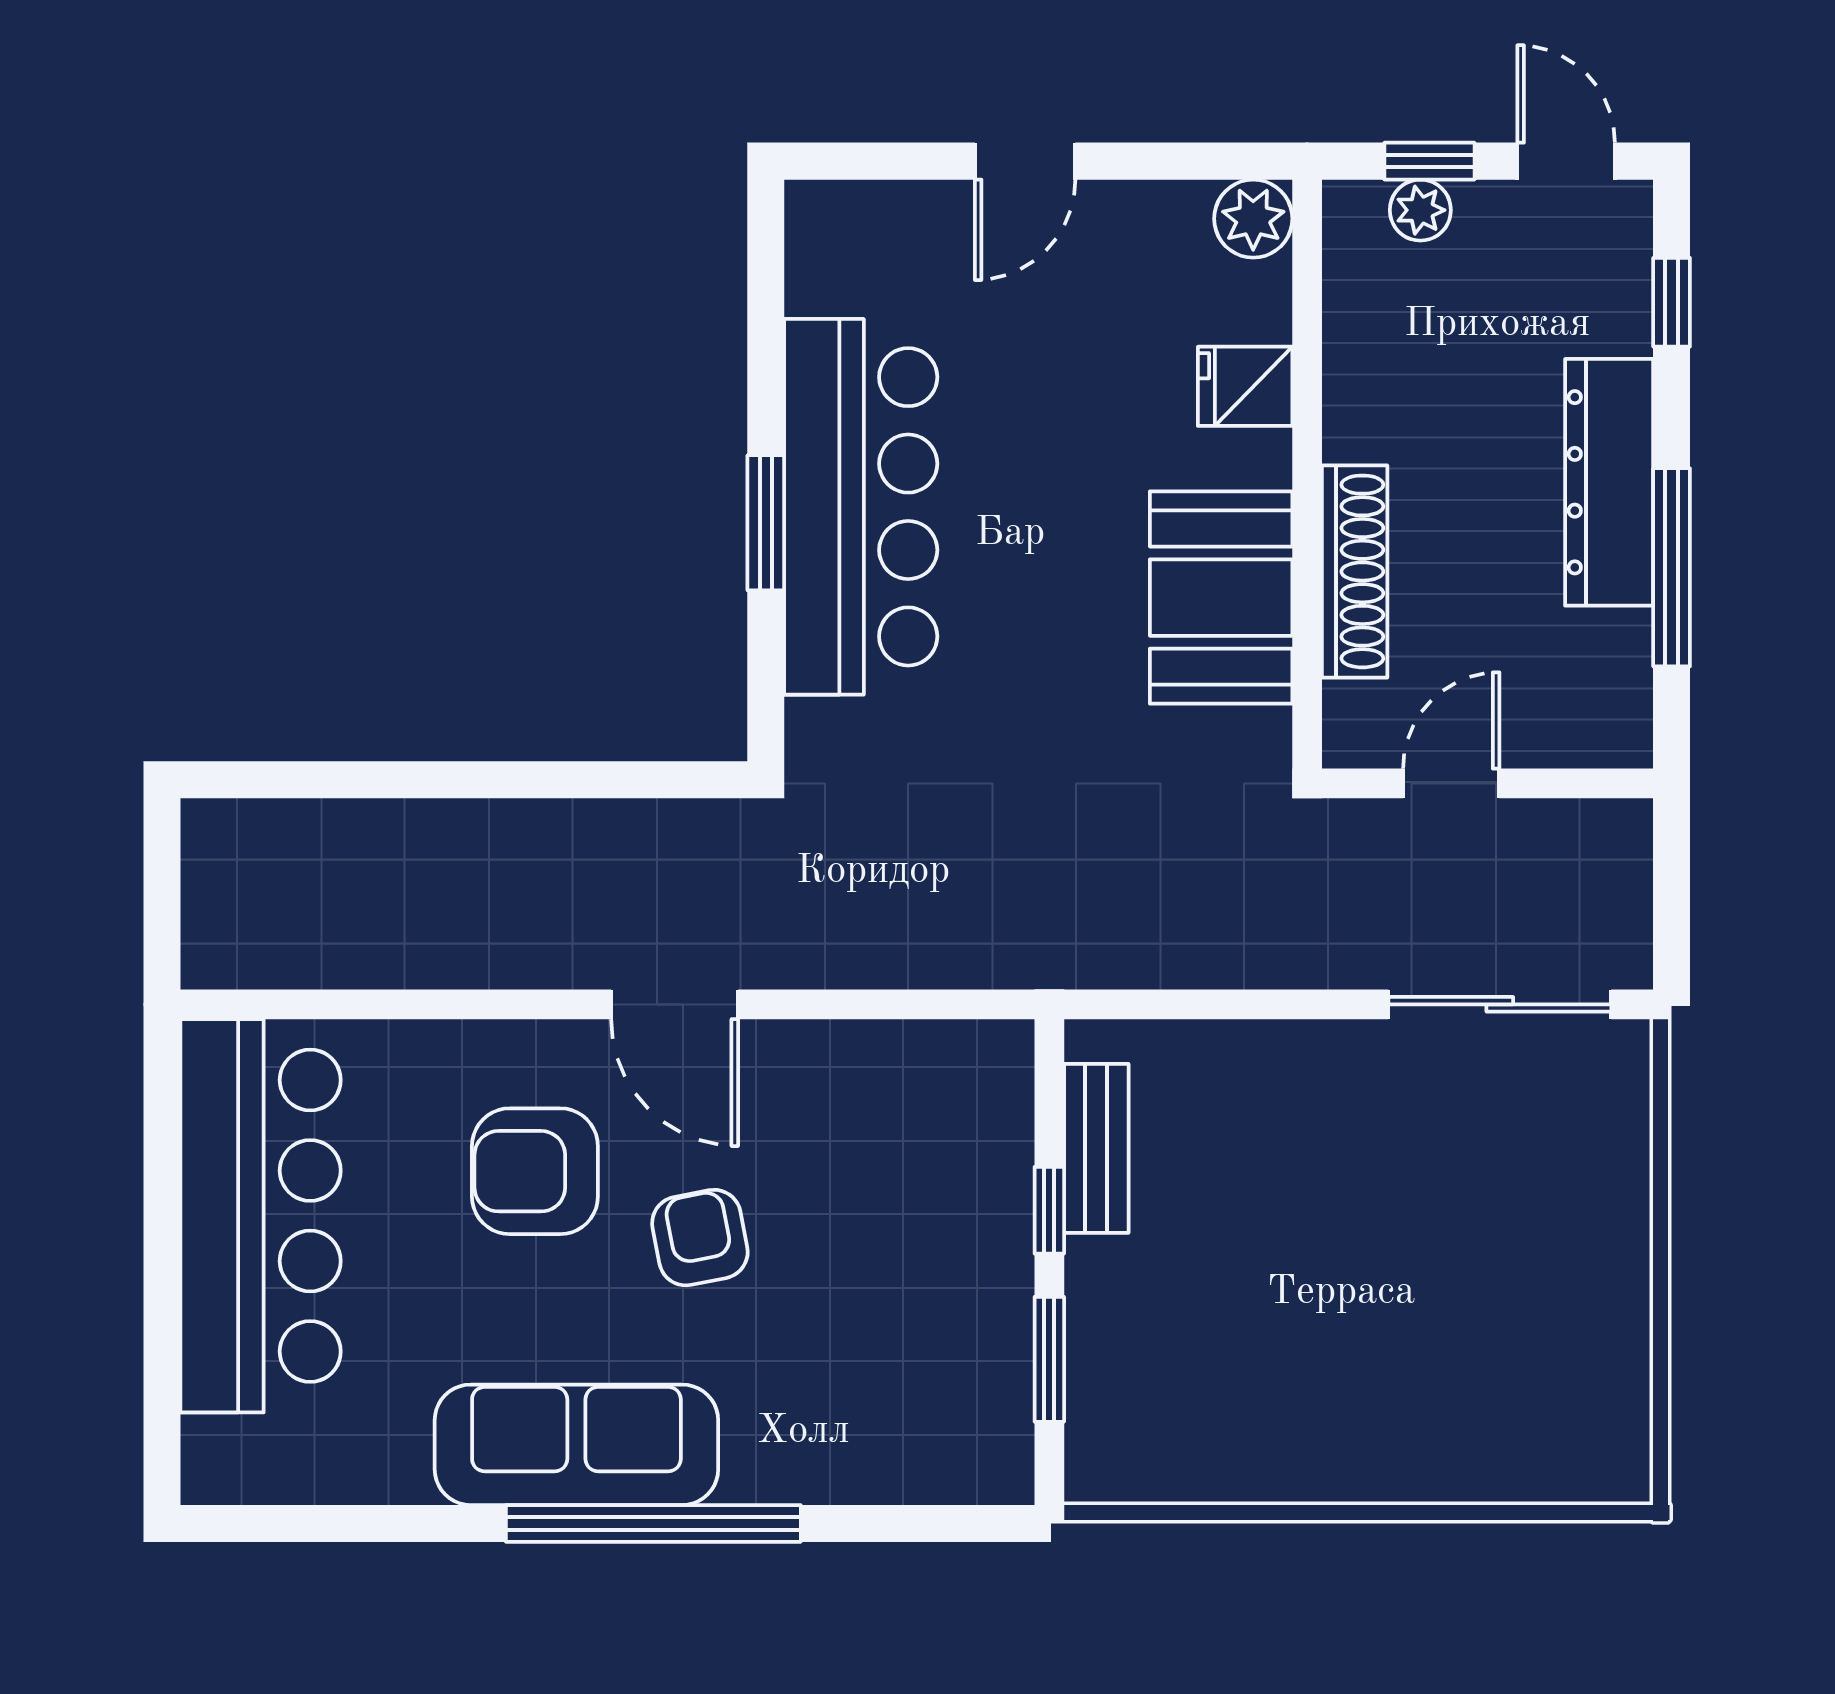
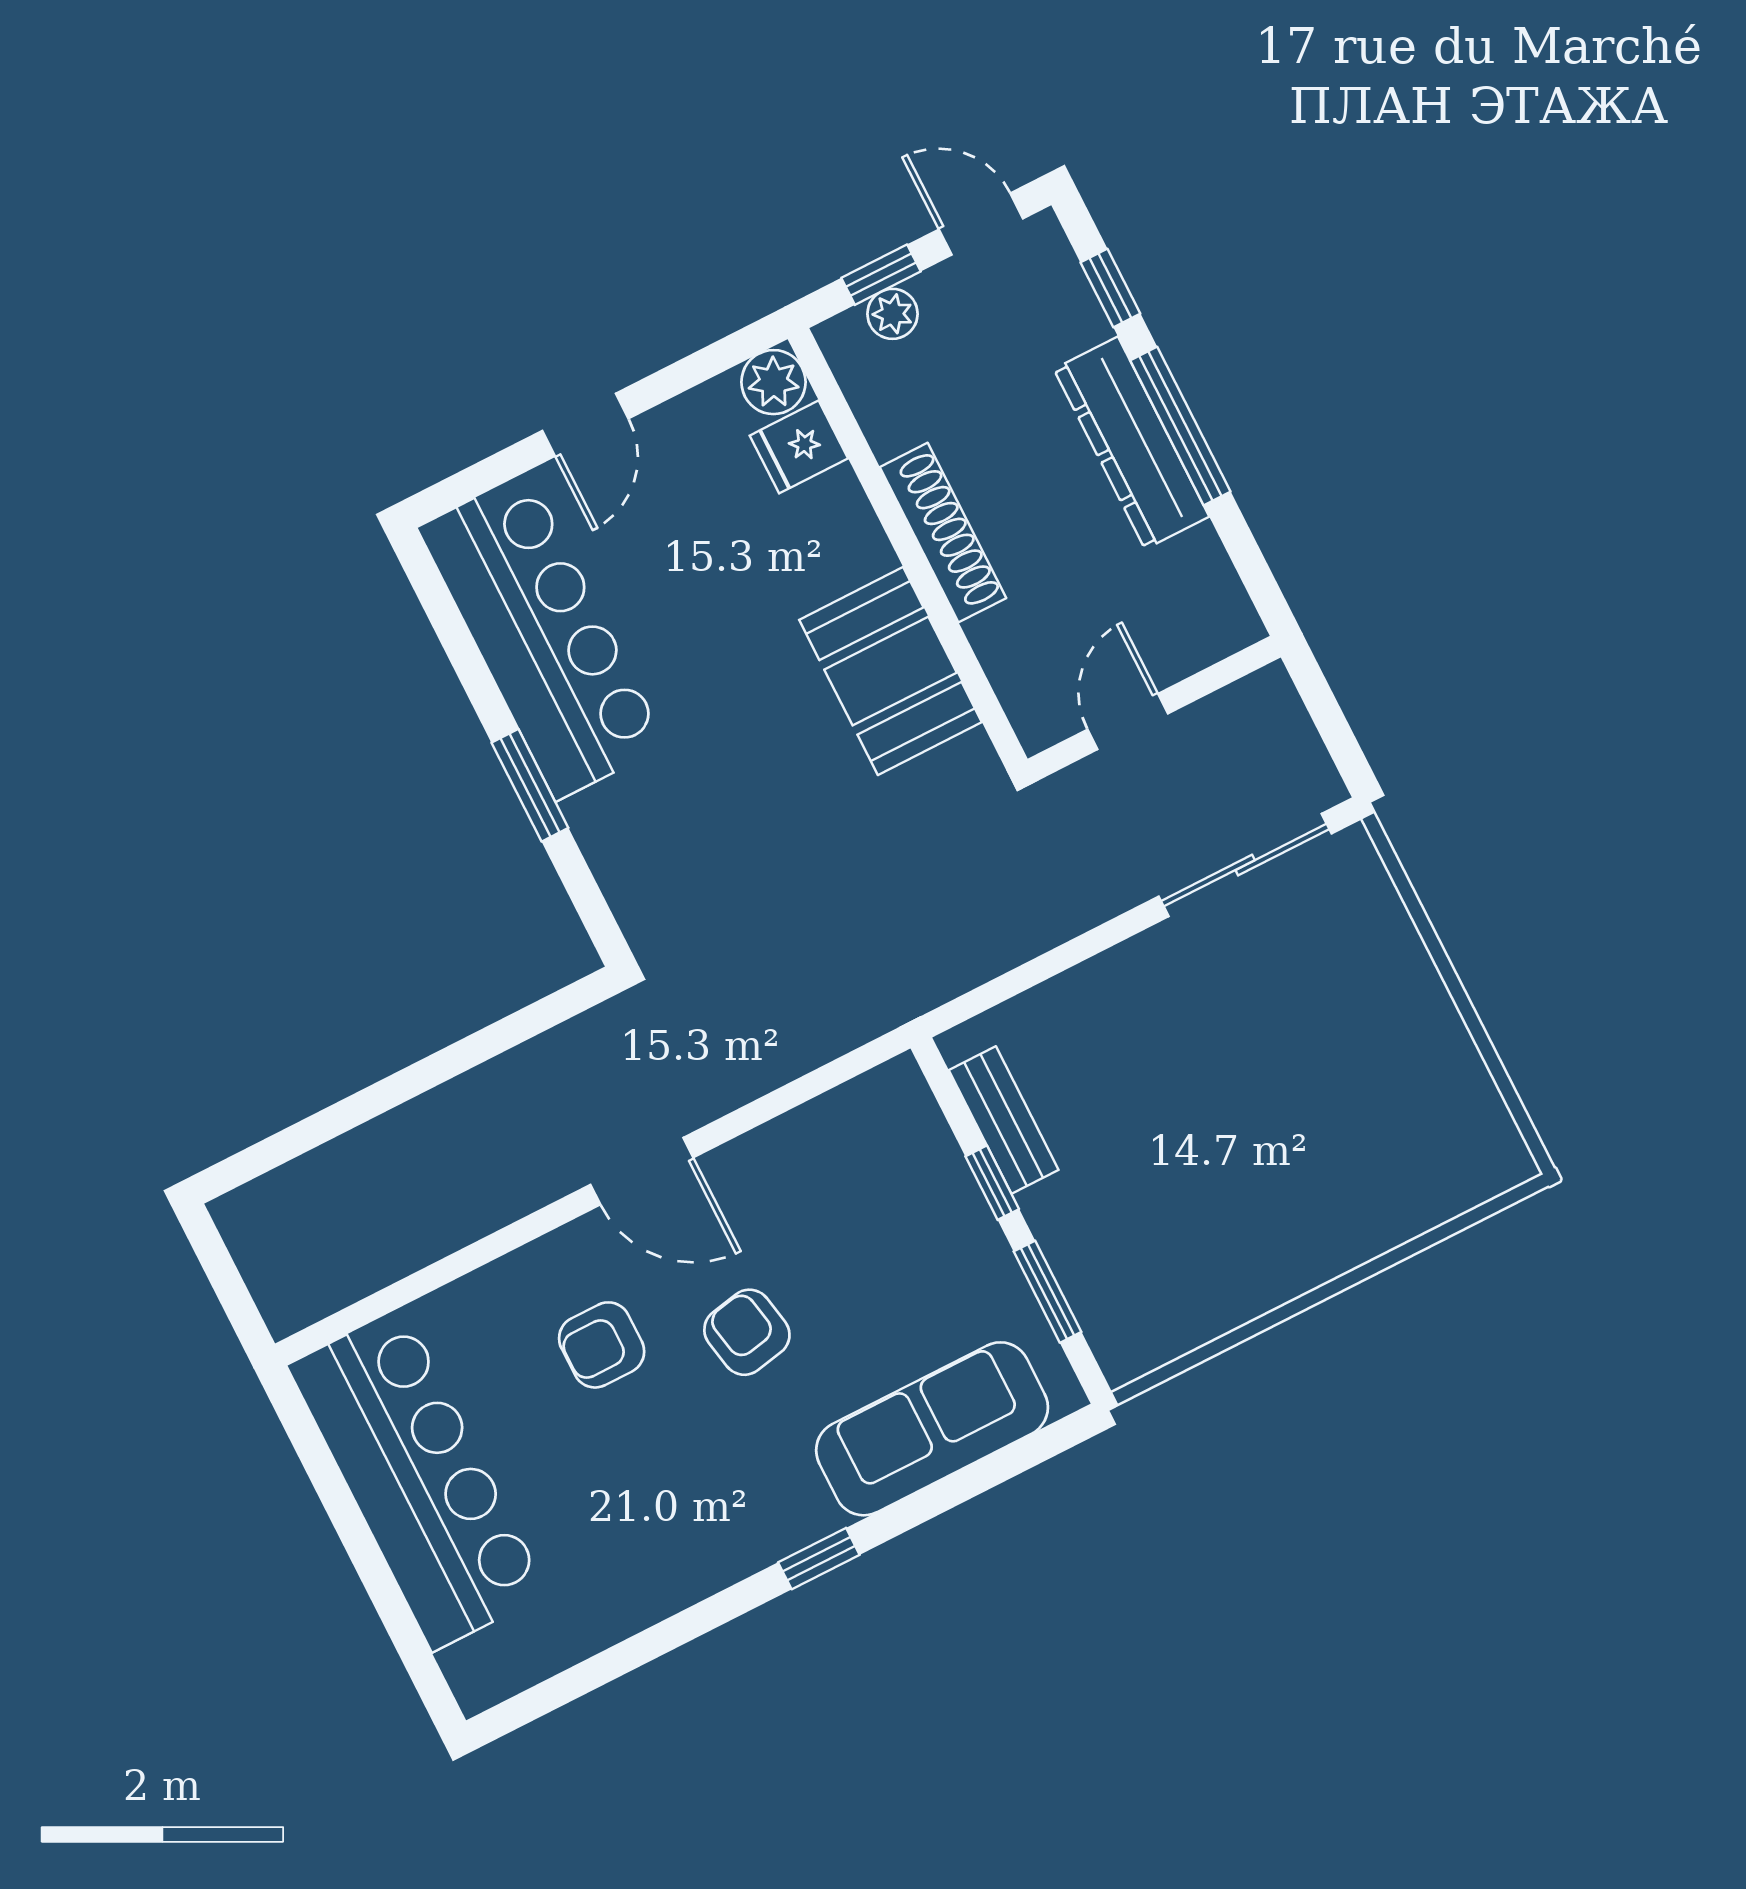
fridge: (1245, 386) -> (799, 447), moved
bar counter: (861, 507) -> (542, 636), moved
window: (1672, 567) -> (1180, 426), moved
shoe rack: (1355, 571) -> (943, 533), moved
armchair: (535, 1171) -> (602, 1345), width x0.72, depth x0.72
sofa: (576, 1445) -> (932, 1429), moved
window: (653, 1523) -> (819, 1559), width x0.32

